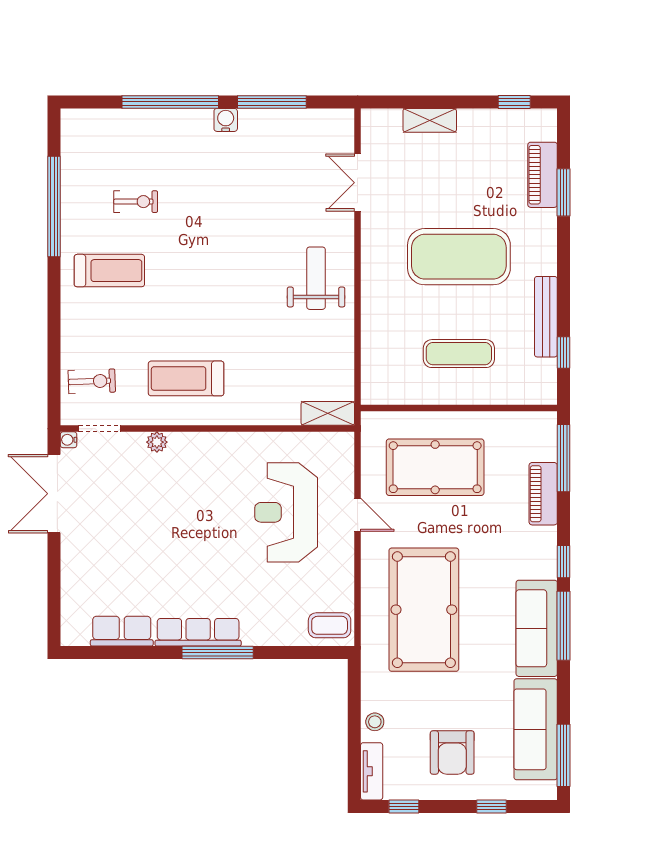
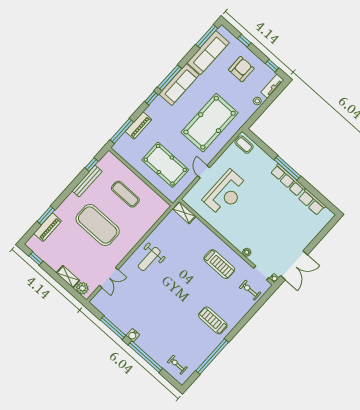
plant: (387, 123) -> (82, 288), added
exercise bike: (136, 202) -> (177, 365), moved

